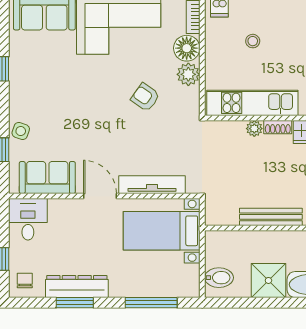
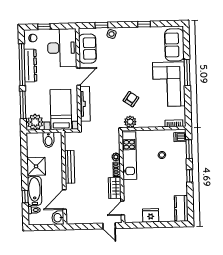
floor lamp: (187, 48) -> (157, 120), removed
plant: (188, 74) -> (130, 122), moved
desk: (28, 219) -> (62, 48), width x1.87, depth x1.30
bidet: (219, 278) -> (49, 140), moved
plant: (184, 280) -> (35, 122), added
window: (75, 303) -> (22, 65), width x2.11

